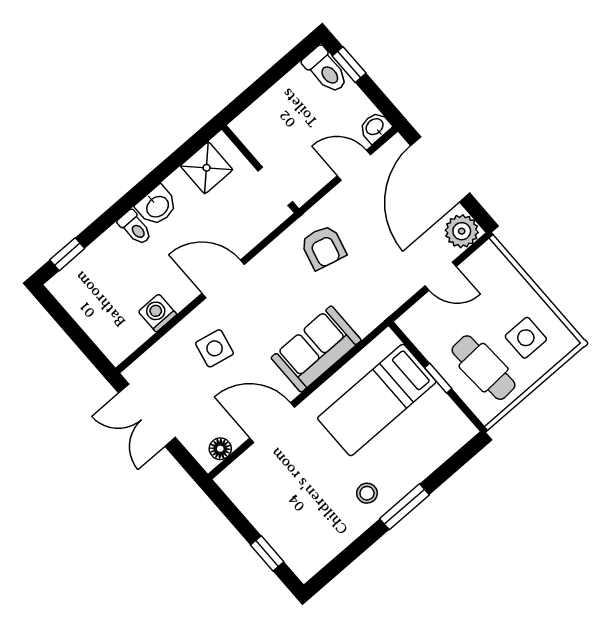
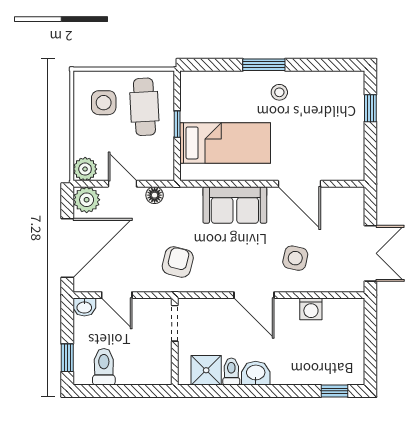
toilet: (326, 70) -> (104, 367), moved
toilet: (135, 228) -> (231, 372), moved
plant: (489, 259) -> (85, 169), added
floor lamp: (220, 449) -> (155, 195), moved

